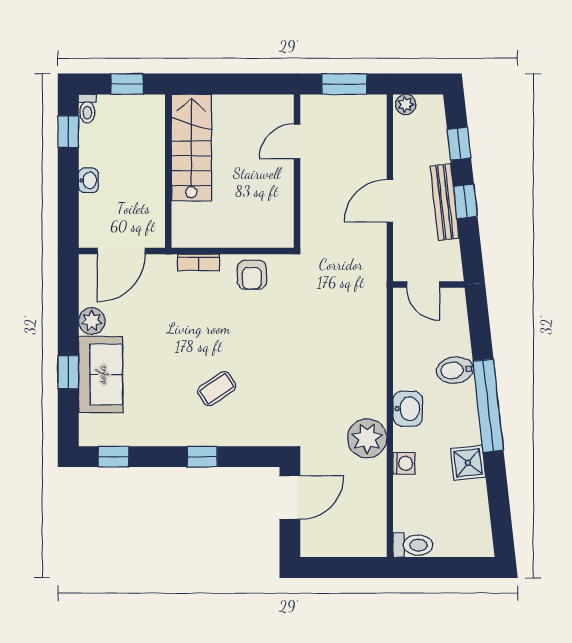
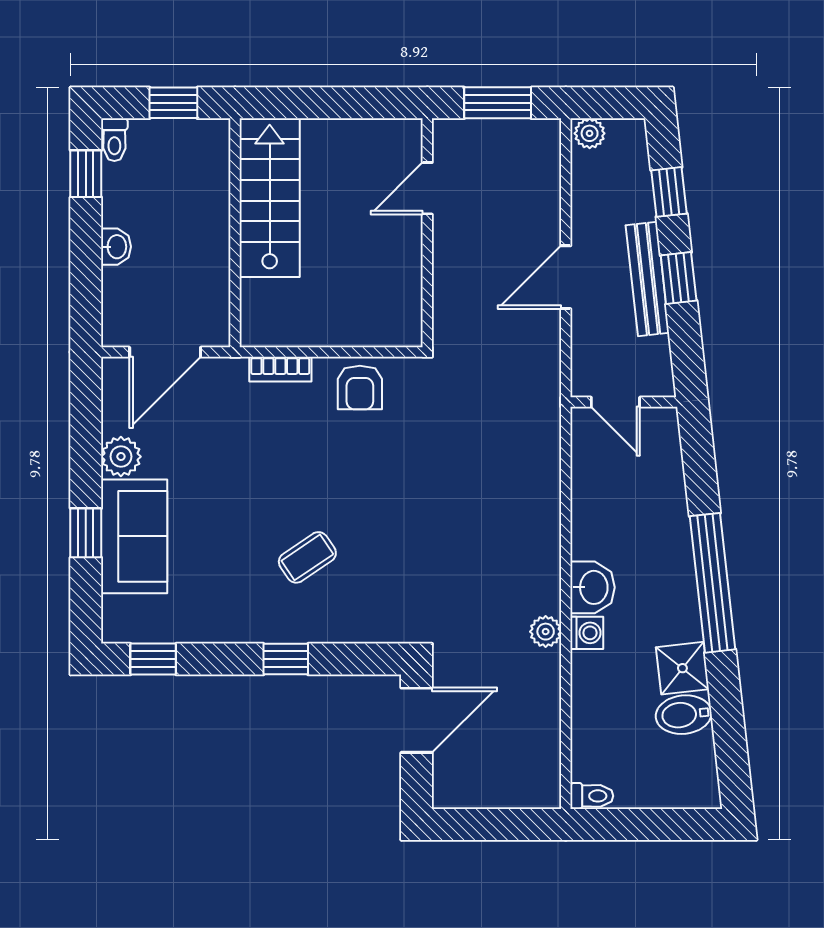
bidet: (455, 370) -> (684, 715), moved
plant: (367, 438) -> (546, 632), width x0.53, depth x0.53
washing machine: (404, 463) -> (587, 633), moved
toilet: (413, 545) -> (592, 796), width x0.73, depth x0.72

